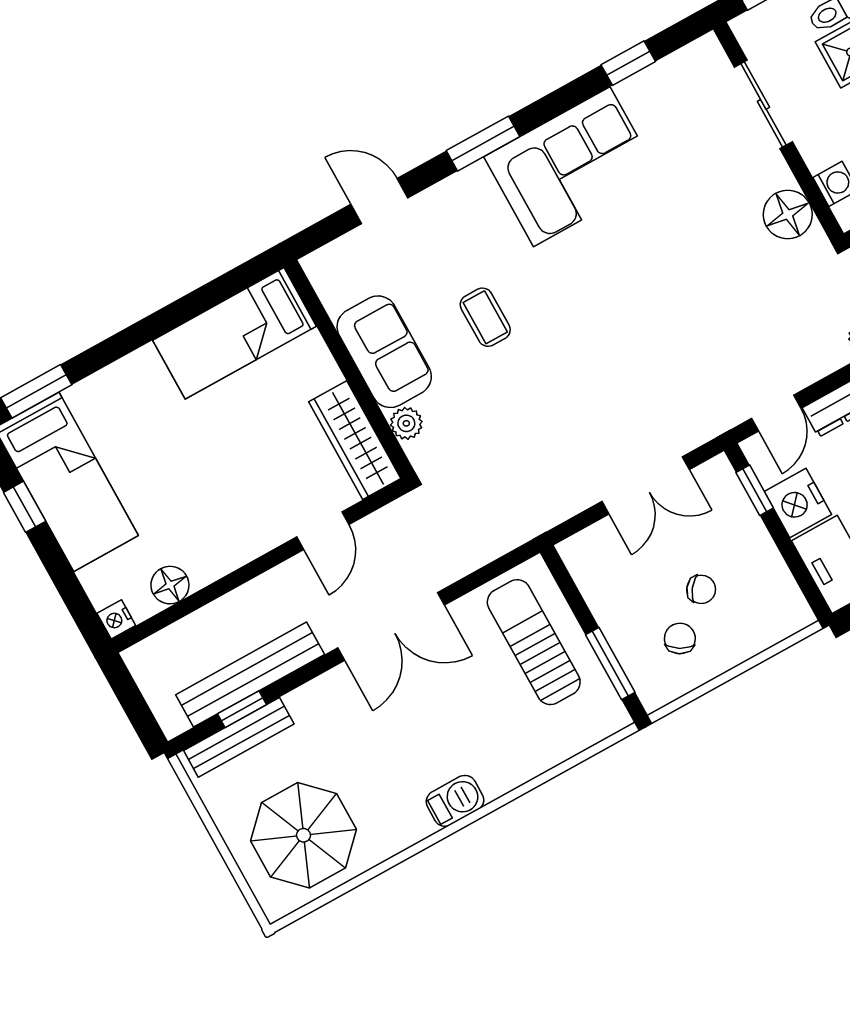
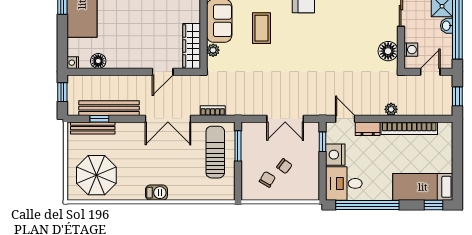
coffee table: (485, 317) -> (262, 28), width x1.36, depth x1.30
door: (776, 413) -> (345, 119), swing flipped
bookcase: (478, 555) -> (213, 111), added
window: (610, 663) -> (238, 146), moved
window: (129, 696) -> (62, 92), added

